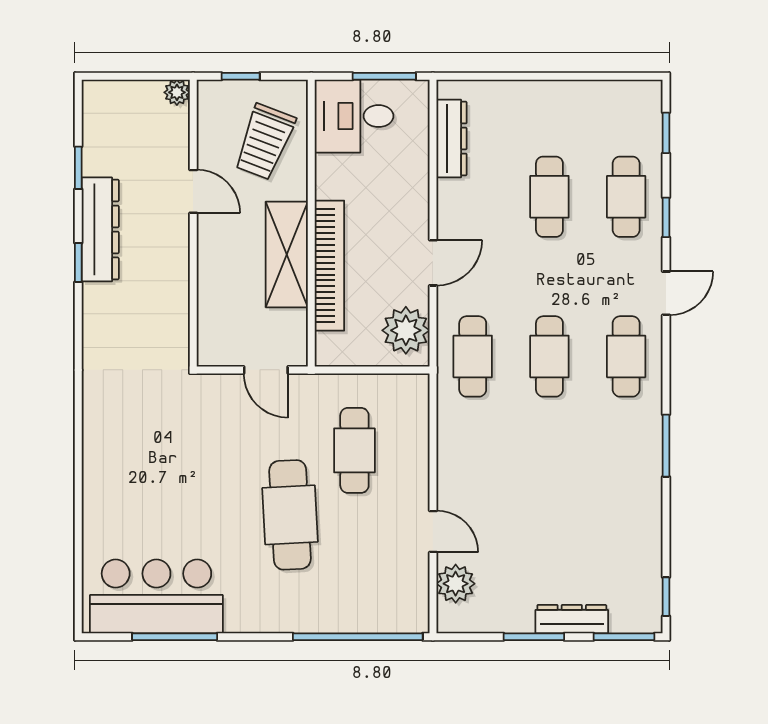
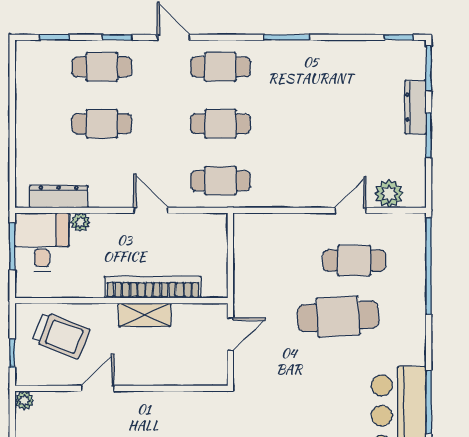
desk: (354, 116) -> (42, 242), moved, turned 180
shelving: (287, 254) -> (145, 315), width x0.67, depth x0.75
plant: (406, 330) -> (80, 222), moved, width x0.53, depth x0.53
cafe table: (354, 450) -> (354, 261), moved

